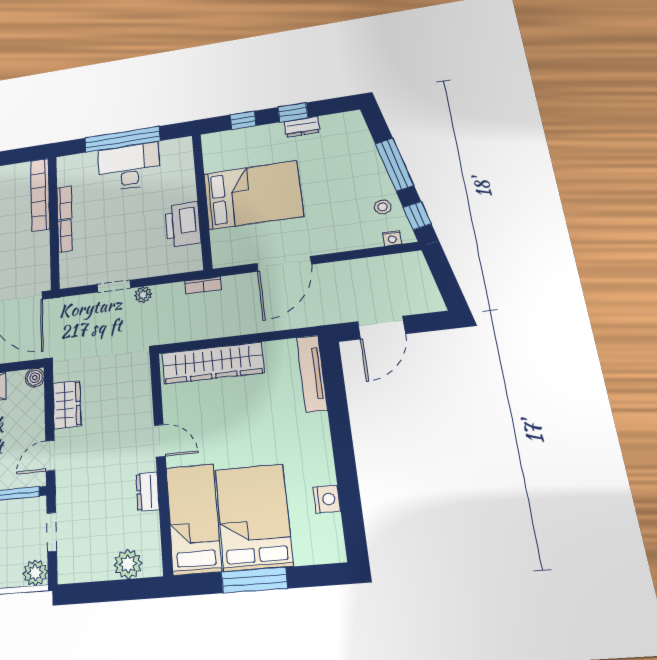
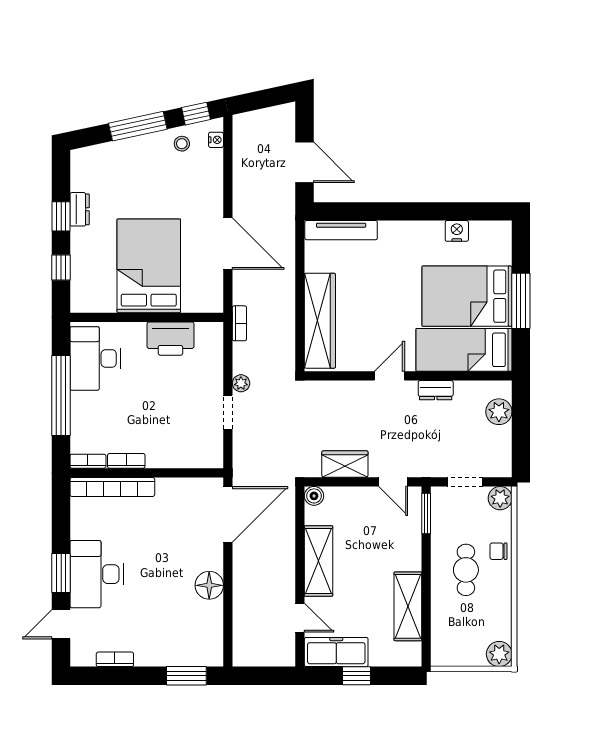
desk: (129, 167) -> (95, 358), moved
bookcase: (65, 236) -> (88, 461), moved

